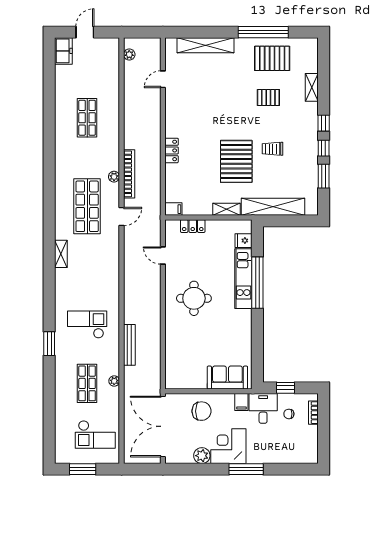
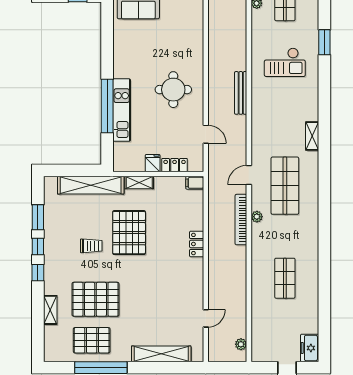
pallet: (268, 98) -> (96, 299), width x2.05, depth x2.00
fridge: (243, 241) -> (153, 163), moved, turned -90
bench: (129, 345) -> (241, 93), moved

